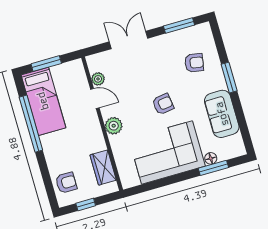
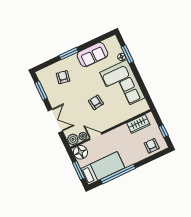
double door: (128, 40) -> (55, 121), swing flipped
floor lamp: (74, 71) -> (80, 152), added
door: (95, 98) -> (96, 136), hinge flipped
armchair: (163, 104) -> (96, 102), moved
plant: (114, 126) -> (73, 139), moved

